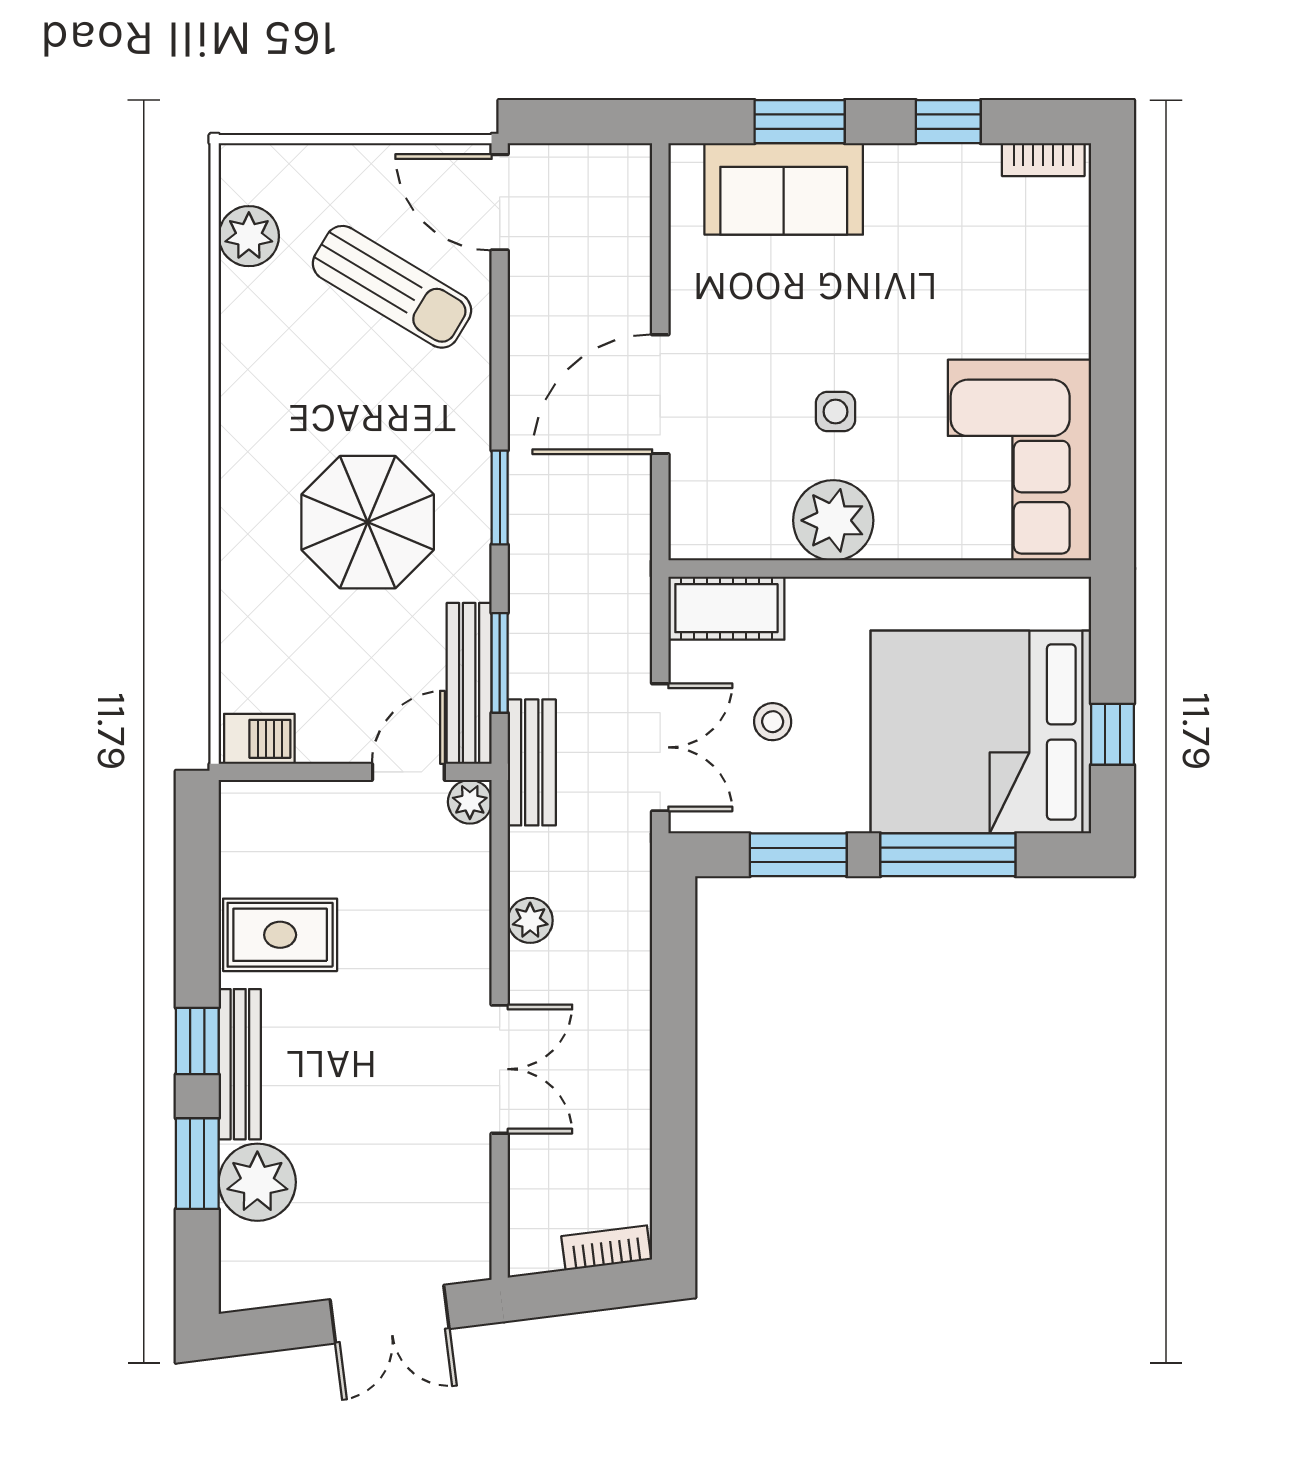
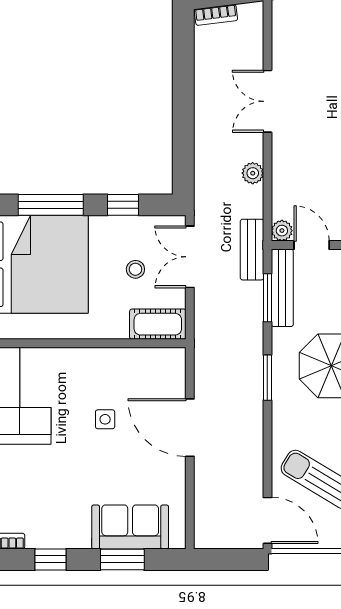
door: (660, 394) -> (190, 428), swing flipped
plant: (833, 520) -> (106, 367), removed
door: (408, 772) -> (312, 245), swing flipped
window: (798, 855) -> (123, 205), width x0.67

